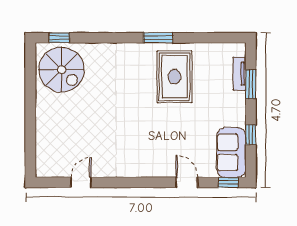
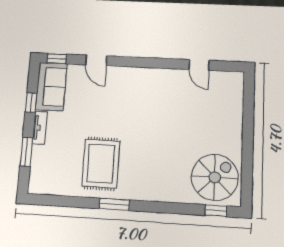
spiral stairs: (62, 70) -> (215, 177), turned 90
tv unit: (239, 74) -> (40, 128), moved
door: (81, 182) -> (199, 65), hinge flipped

